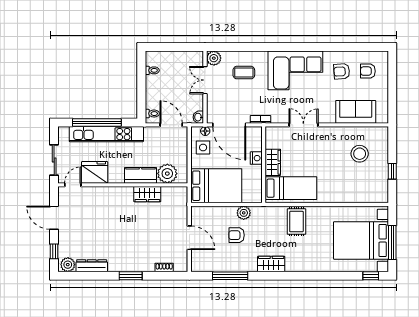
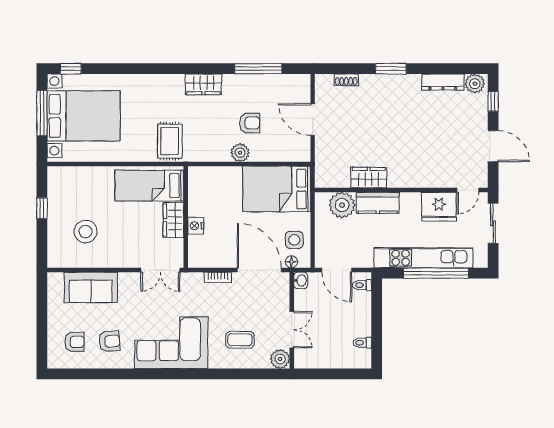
nightstand: (256, 158) -> (196, 226), moved
wardrobe: (273, 162) -> (173, 220), moved
wall: (264, 165) -> (186, 217), moved
bed: (291, 188) -> (149, 186), moved

